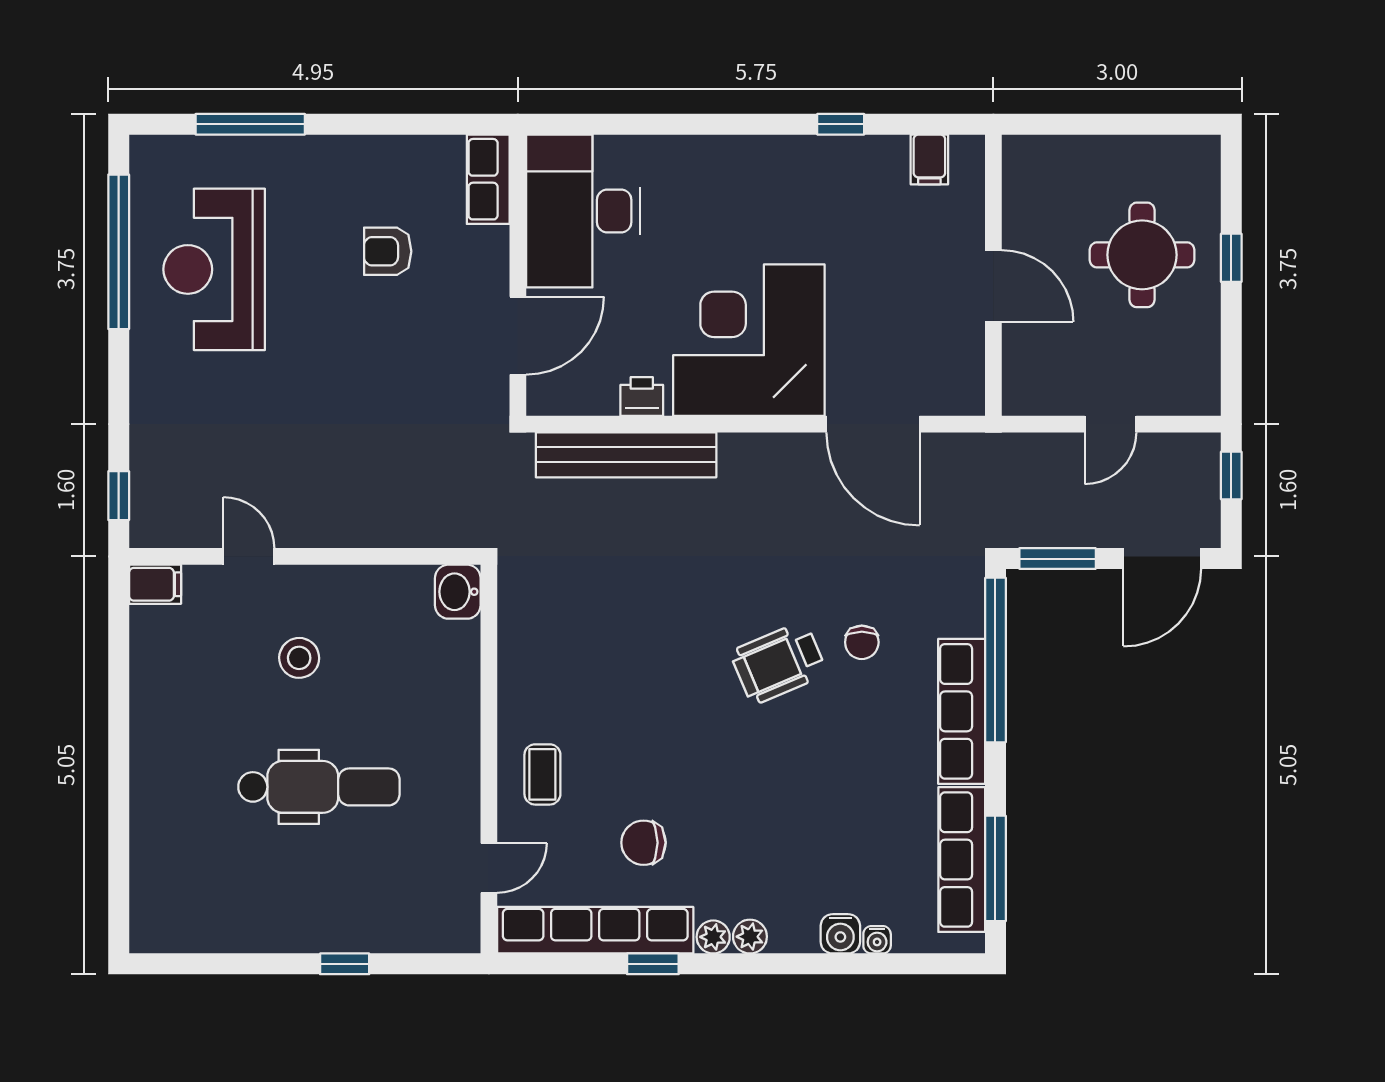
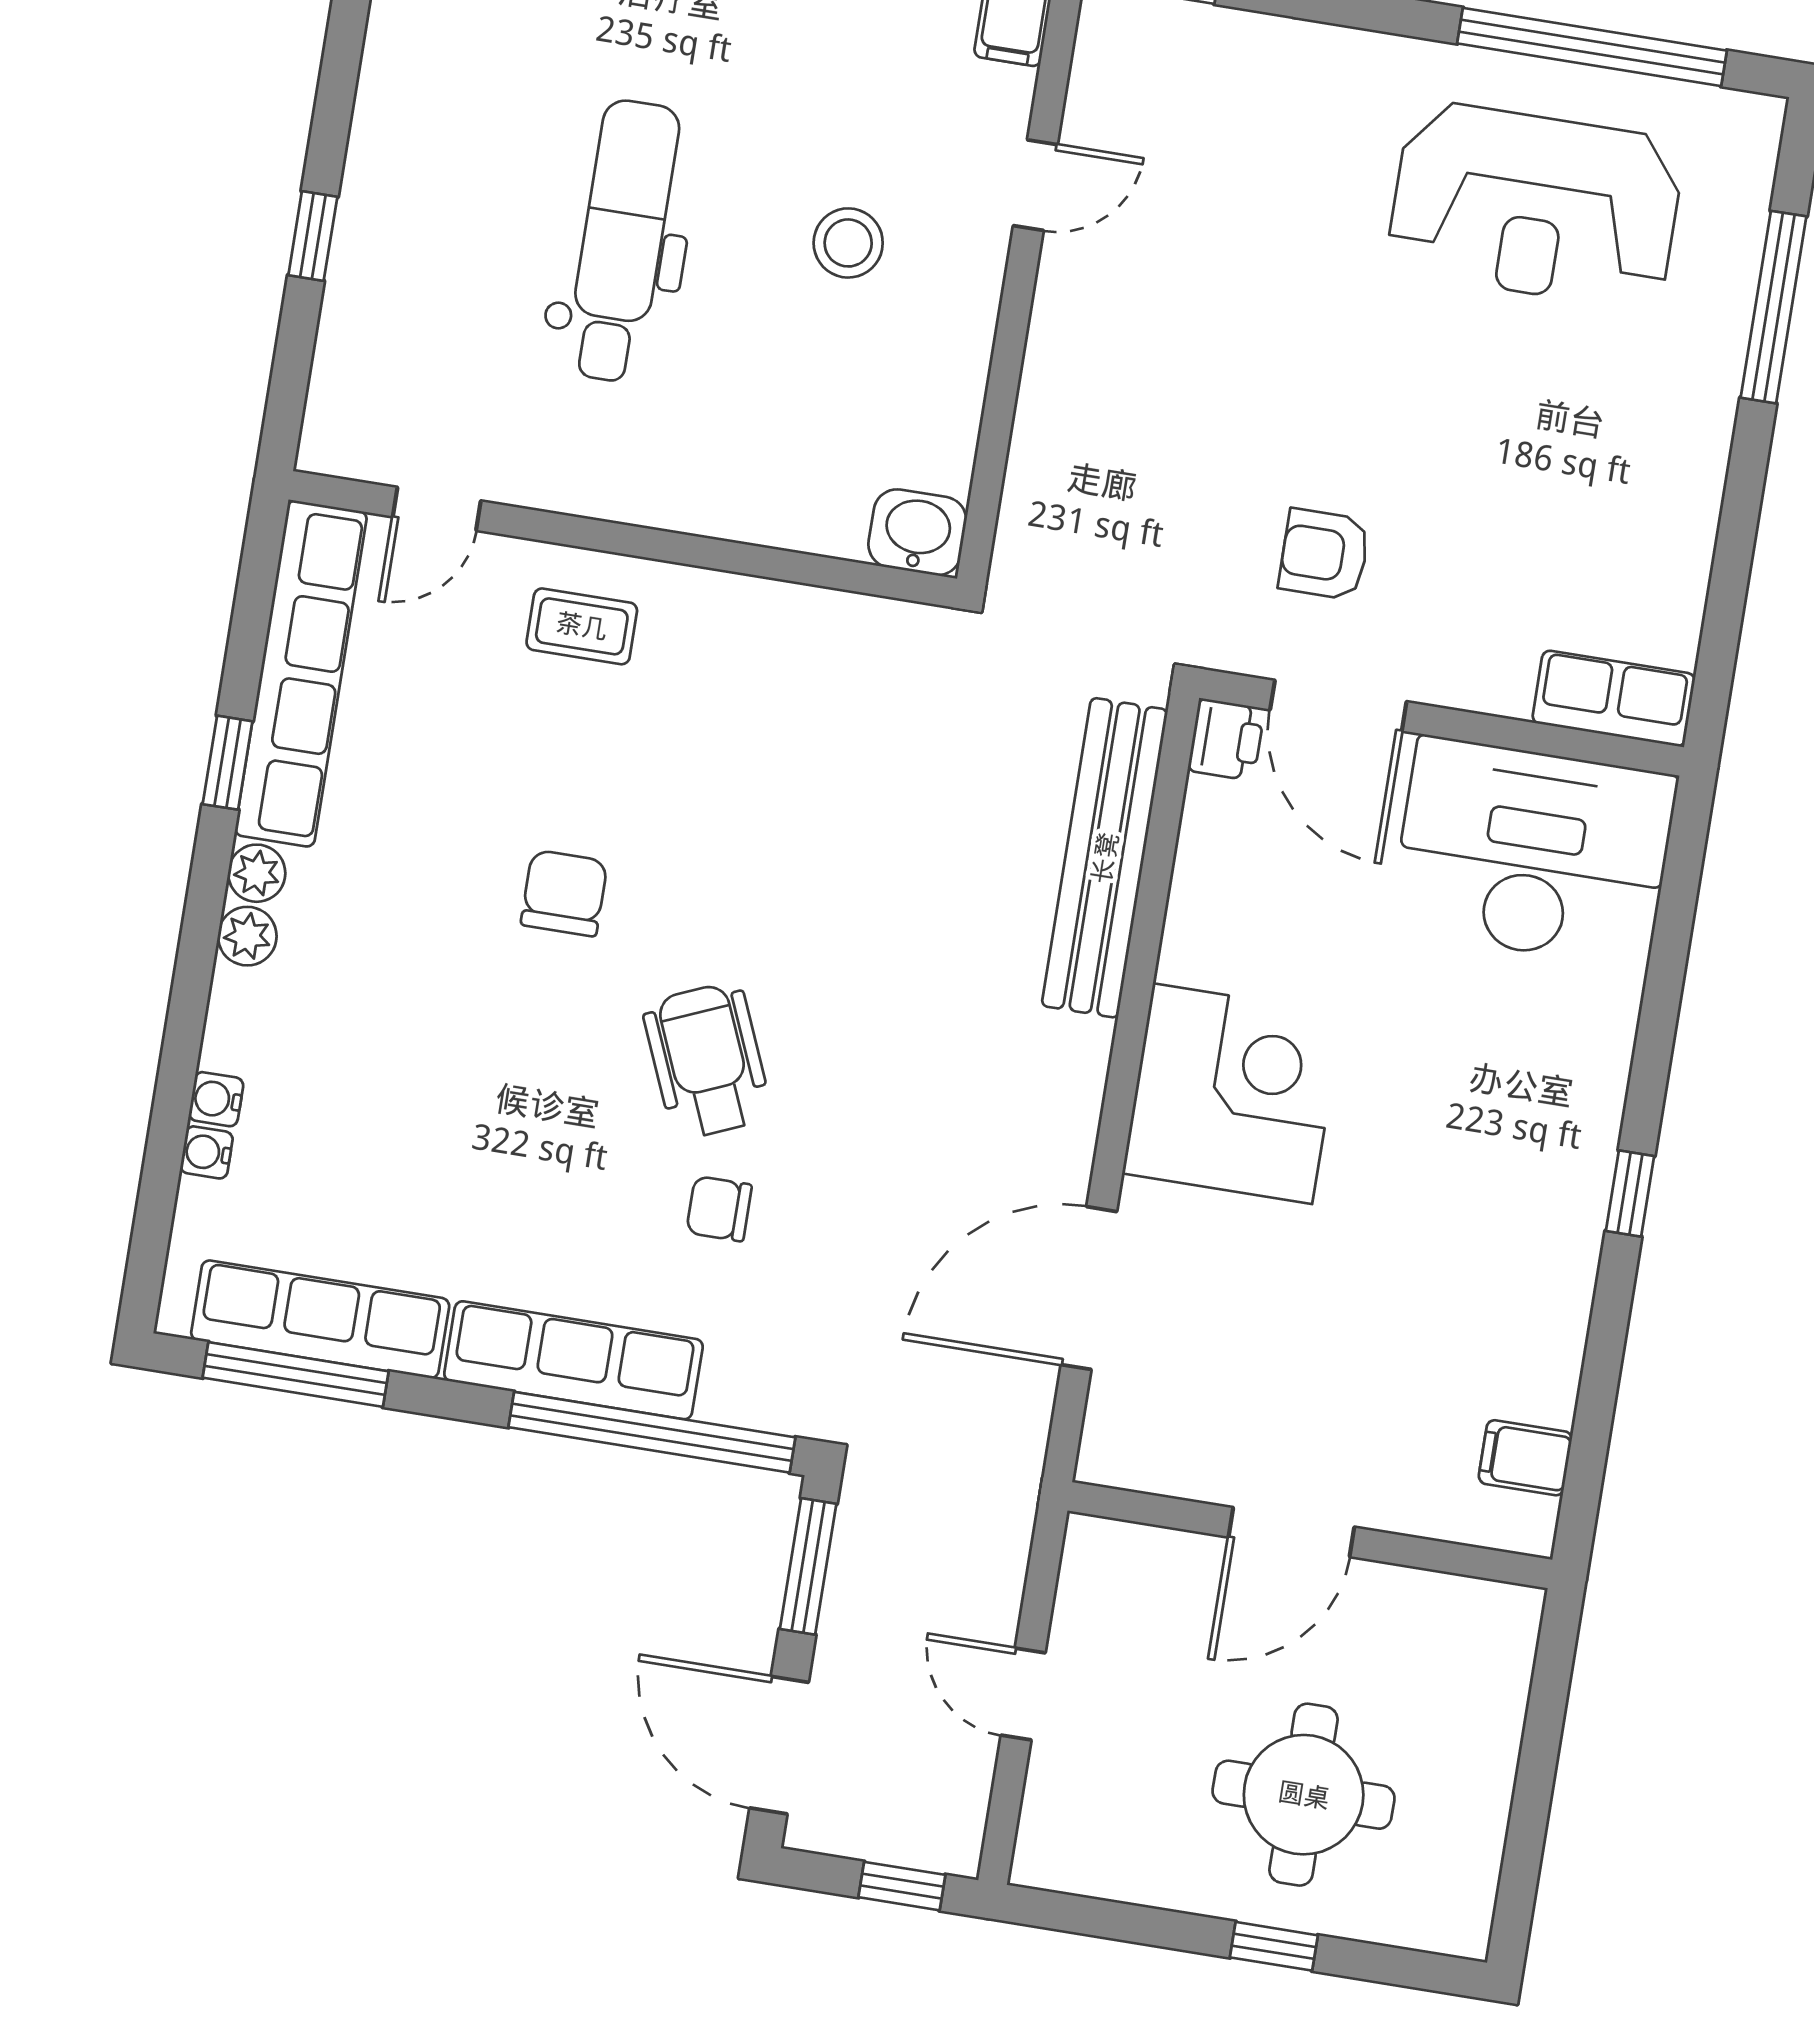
window: (841, 124) -> (1630, 1194), moved
armchair: (388, 251) -> (1324, 554), moved, turned -90
reception desk: (214, 269) -> (1535, 205), turned 180
corner desk: (749, 340) -> (1232, 1094), width x0.74, depth x0.74
printer: (642, 396) -> (1226, 739), moved
dental chair: (319, 787) -> (622, 241), turned 180
chair: (644, 843) -> (564, 893), moved
door: (489, 868) -> (437, 509), hinge flipped
water cooler: (840, 934) -> (216, 1099), width x0.72, depth x0.72

